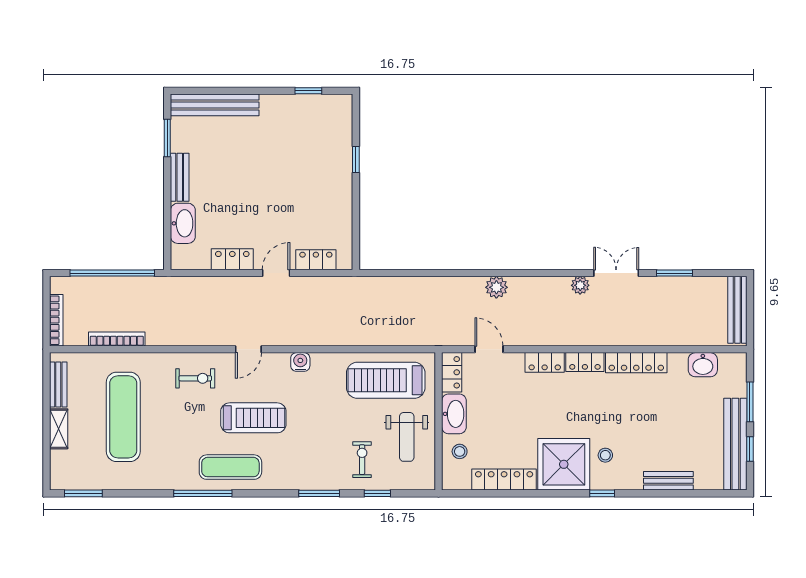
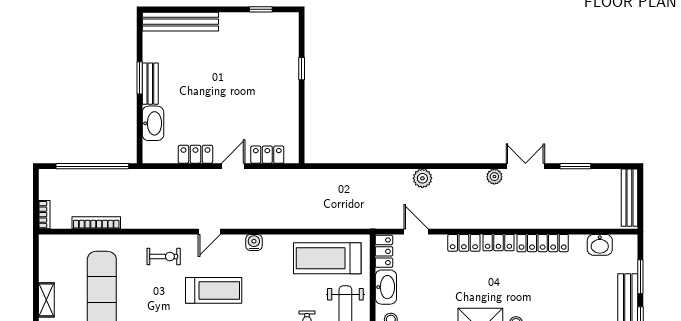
window: (167, 138) -> (140, 78), moved
bookcase: (56, 320) -> (44, 215), width x0.64
bench: (58, 384) -> (46, 262), removed

